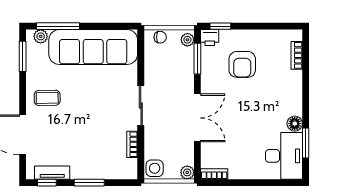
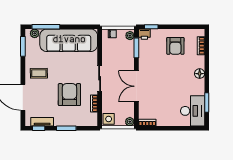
armchair: (242, 64) -> (175, 46), moved
double door: (197, 118) -> (136, 86), swing flipped
floor lamp: (295, 124) -> (200, 74), moved
armchair: (94, 131) -> (69, 95), added

